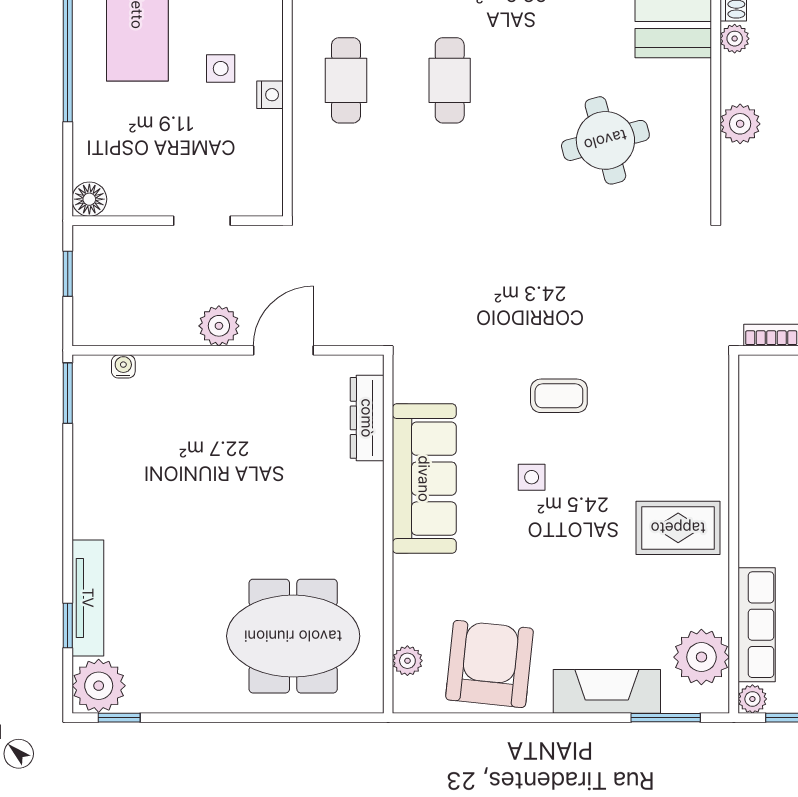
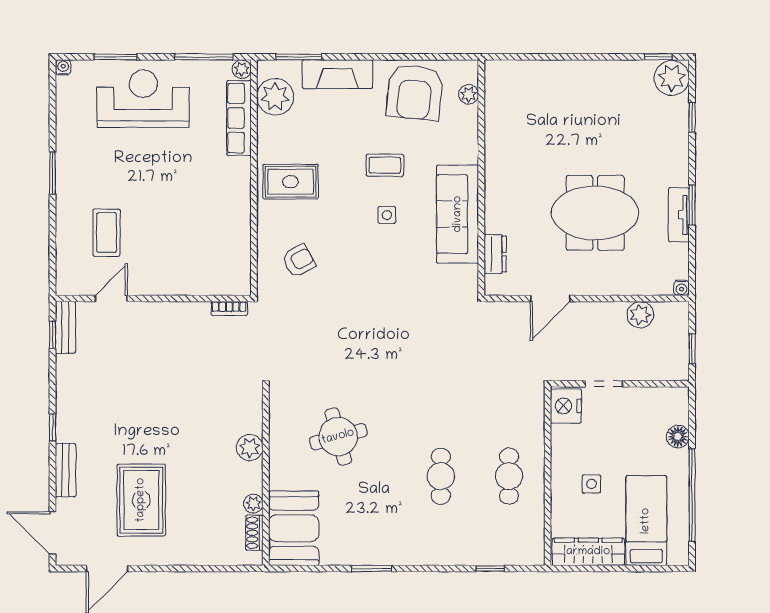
nightstand: (270, 95) -> (566, 406), moved, width x1.89, depth x1.79
floor lamp: (89, 199) -> (678, 436), moved
plant: (219, 326) -> (640, 315), moved
water cooler: (123, 366) -> (682, 288), moved
window: (68, 393) -> (692, 205), moved
coffee table: (559, 396) -> (385, 165), moved
armchair: (666, 408) -> (299, 261), added
dresser: (367, 418) -> (495, 254), width x0.70
tv unit: (88, 598) -> (679, 215), moved, width x0.71
meeting table: (293, 636) -> (595, 213), moved

